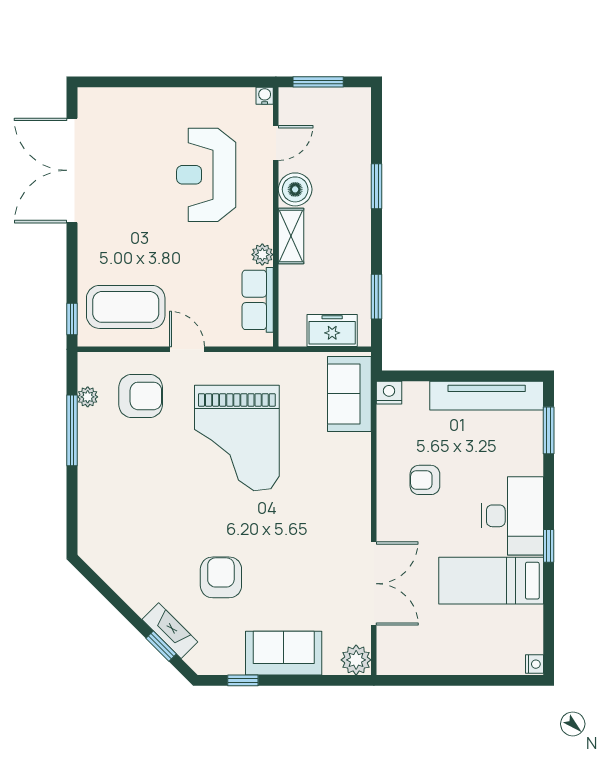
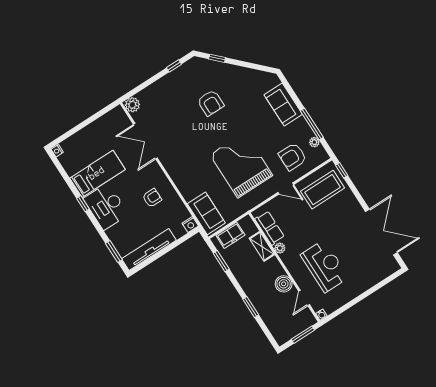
shelving: (291, 236) -> (262, 246), moved
fireplace: (170, 631) -> (218, 67), removed
sofa: (284, 653) -> (283, 105), moved, turned 90

